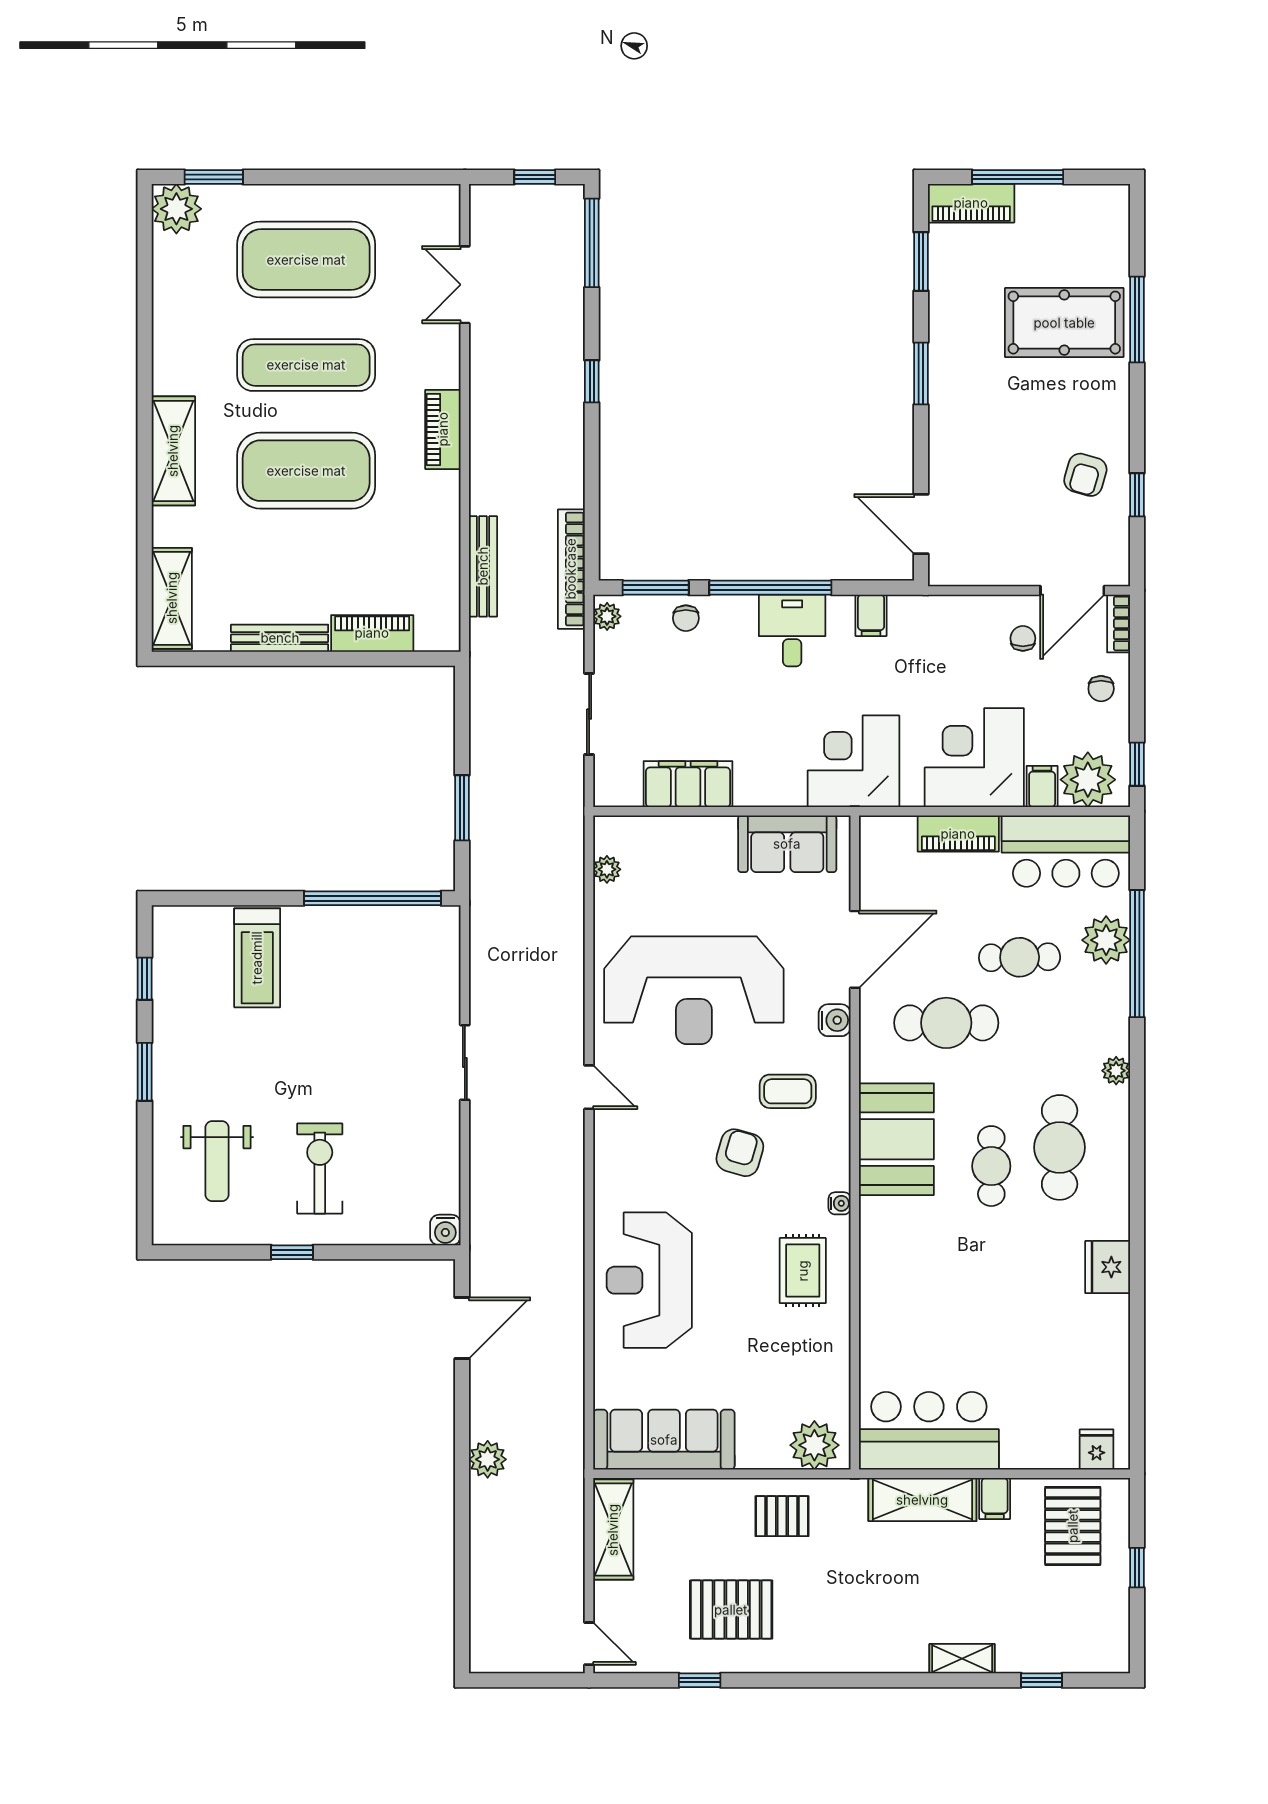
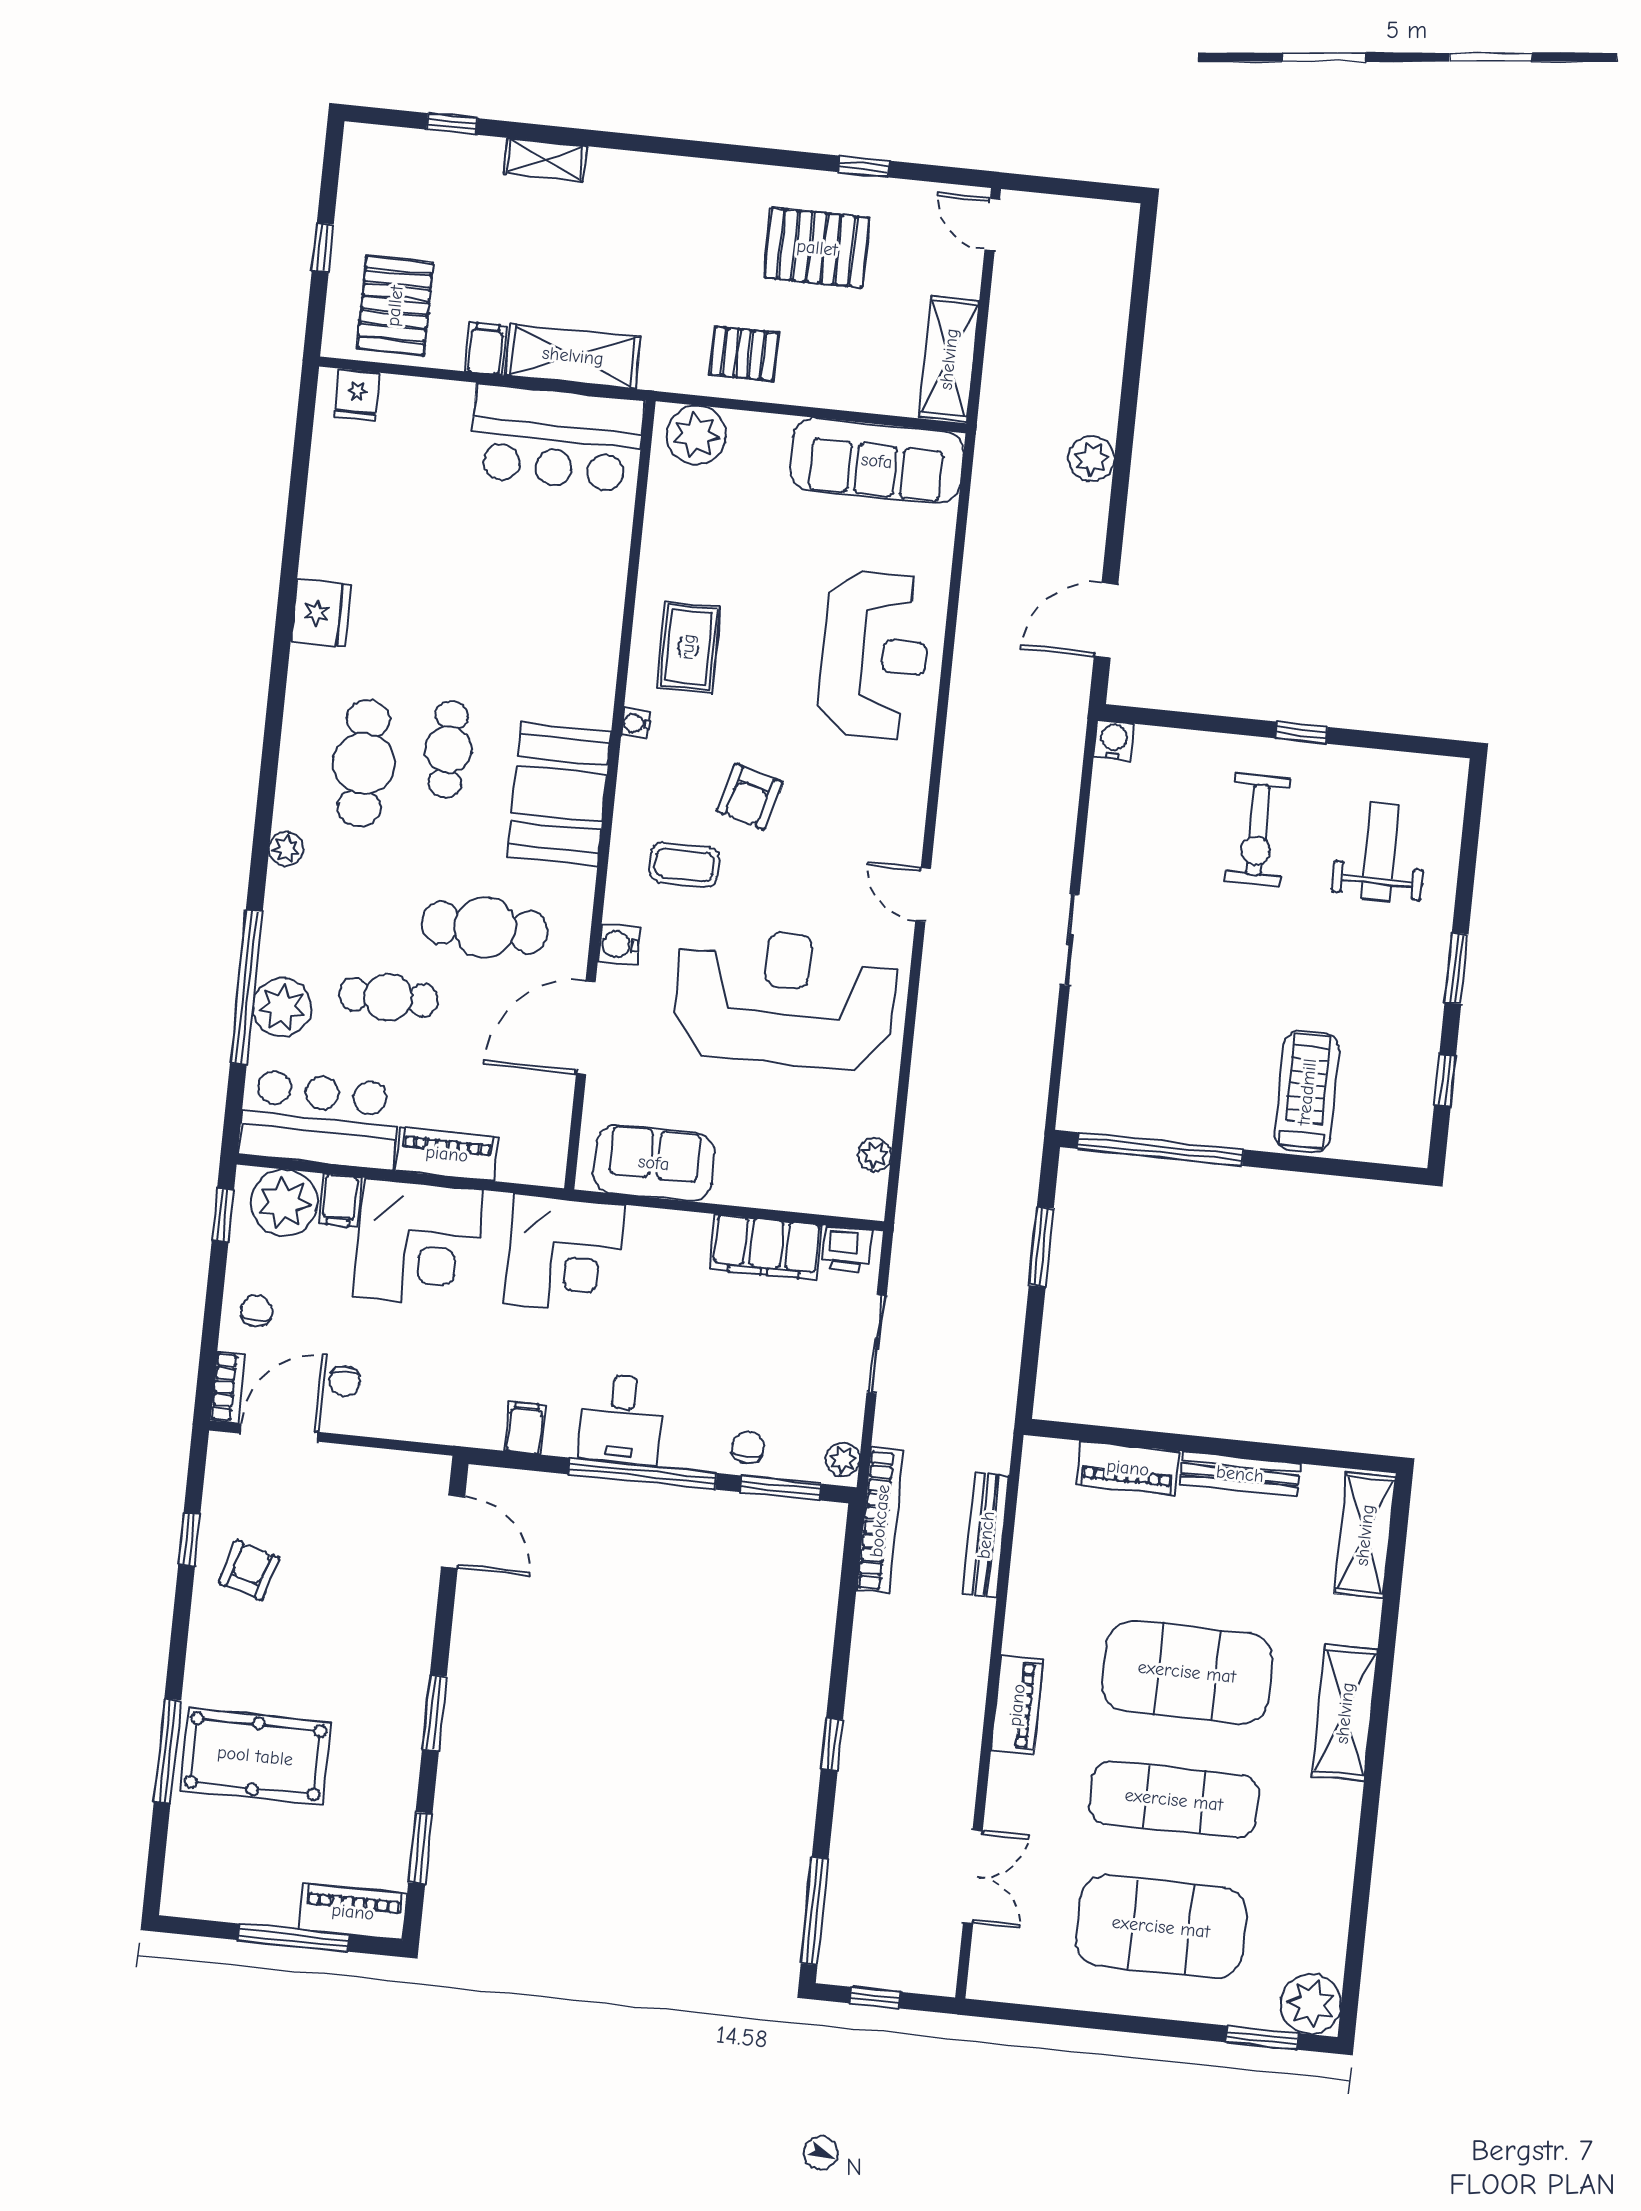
printer: (621, 789) -> (847, 1249), added

